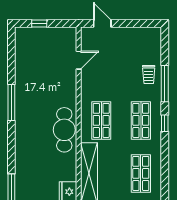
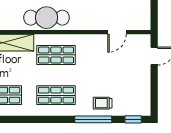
door: (79, 60) -> (117, 32), hinge flipped
window: (165, 123) -> (133, 119), moved

